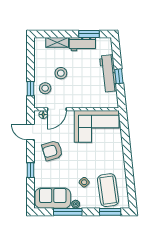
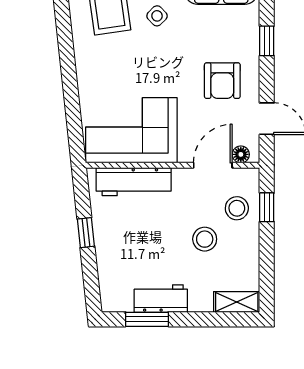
shelving: (57, 42) -> (237, 302), moved
workbench: (108, 73) -> (134, 182), moved, turned 96
armchair: (52, 151) -> (222, 81), turned 107

